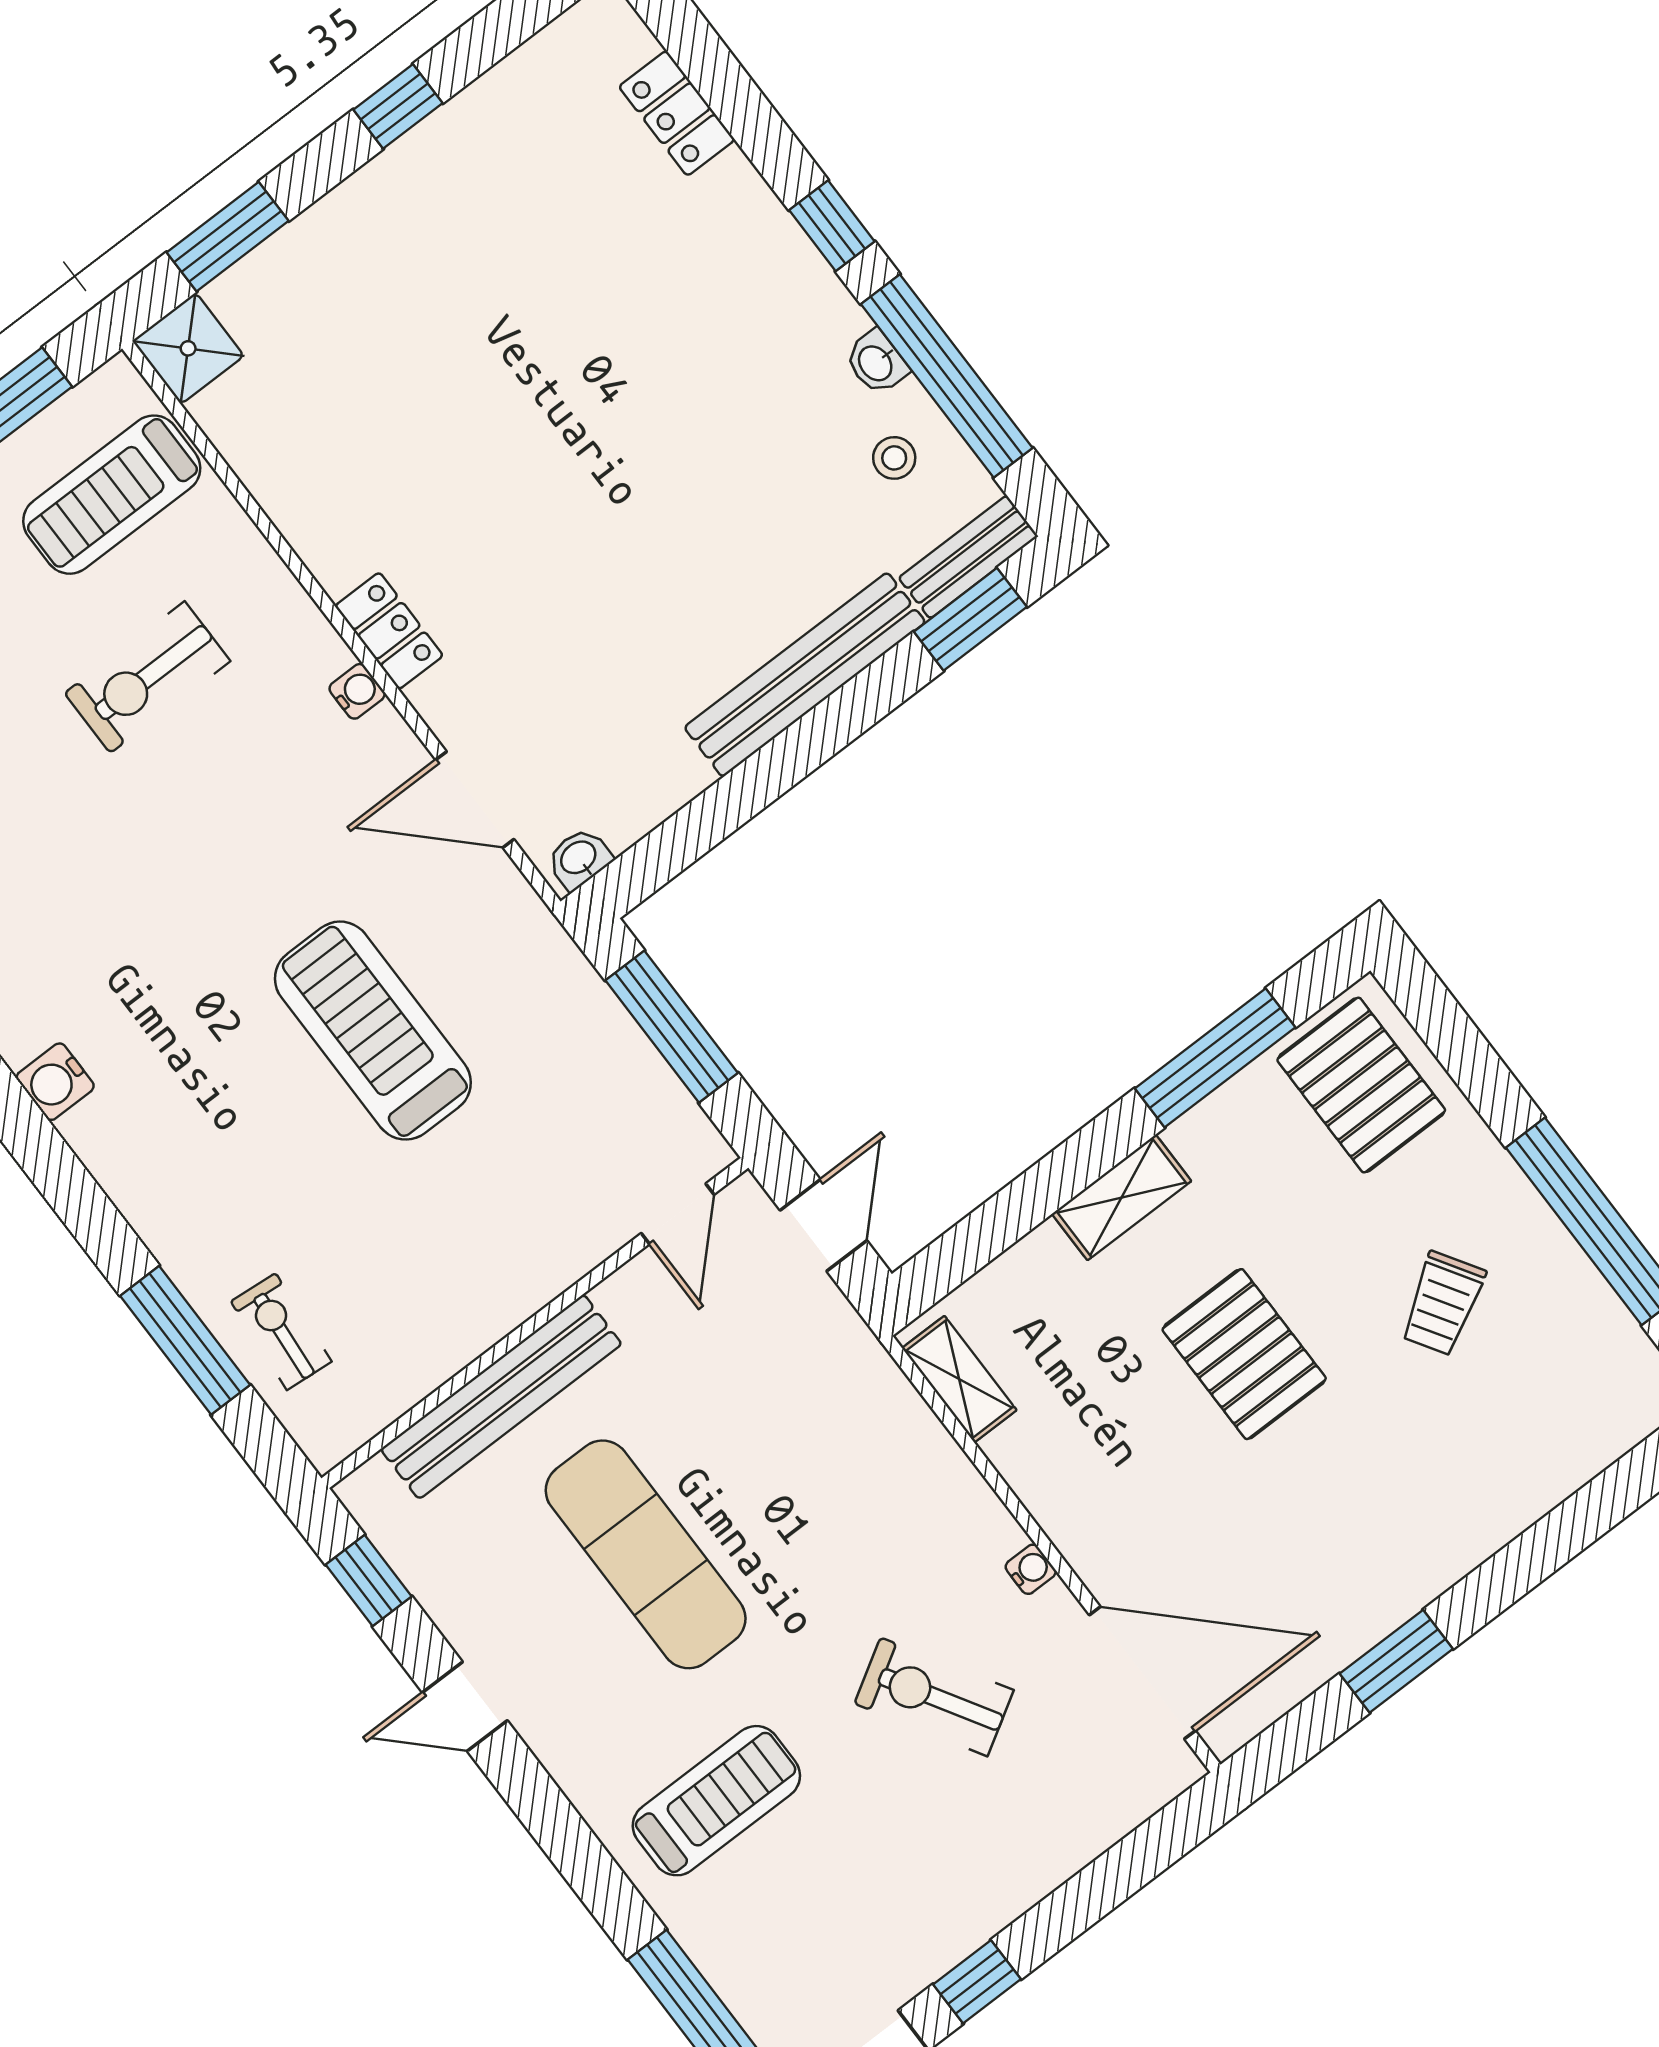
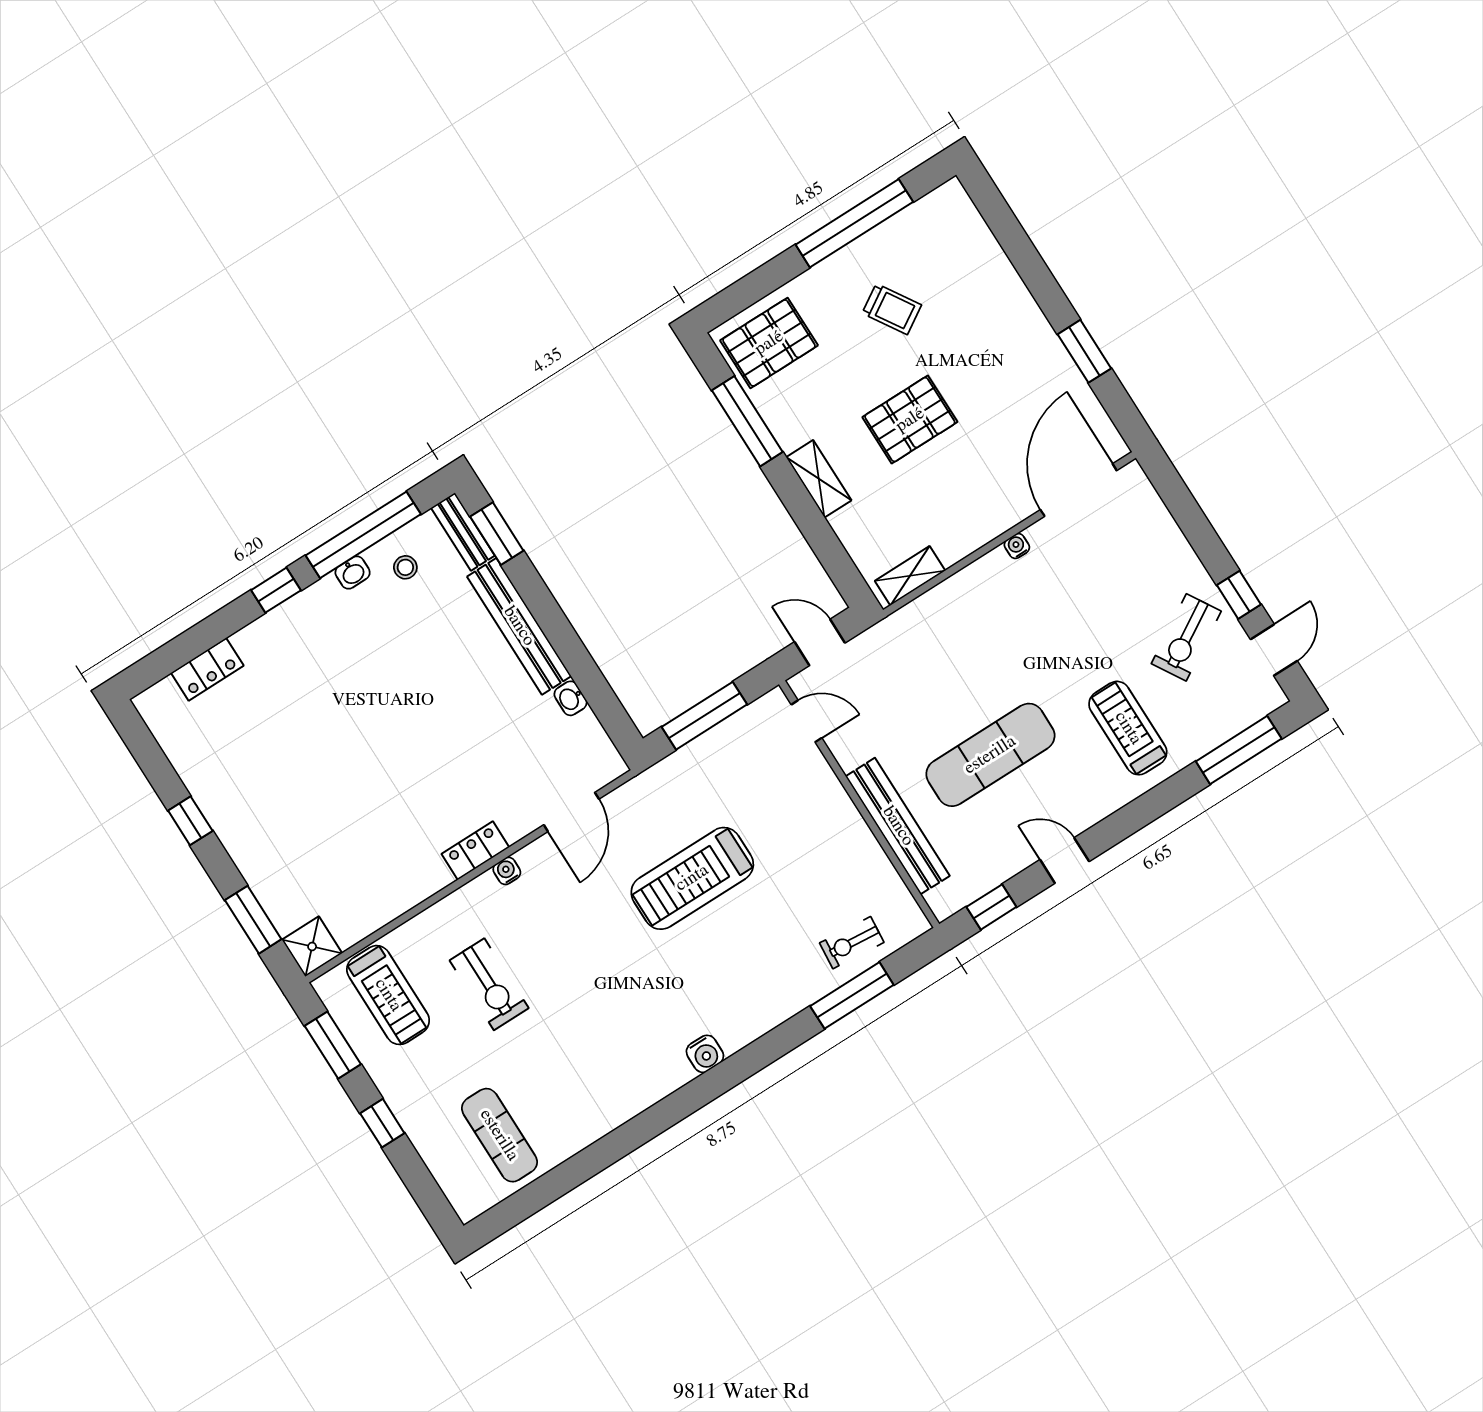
washbasin: (579, 858) -> (571, 698), moved
exercise bike: (934, 1697) -> (1186, 637), moved
door: (465, 1706) -> (1065, 860), swing flipped

